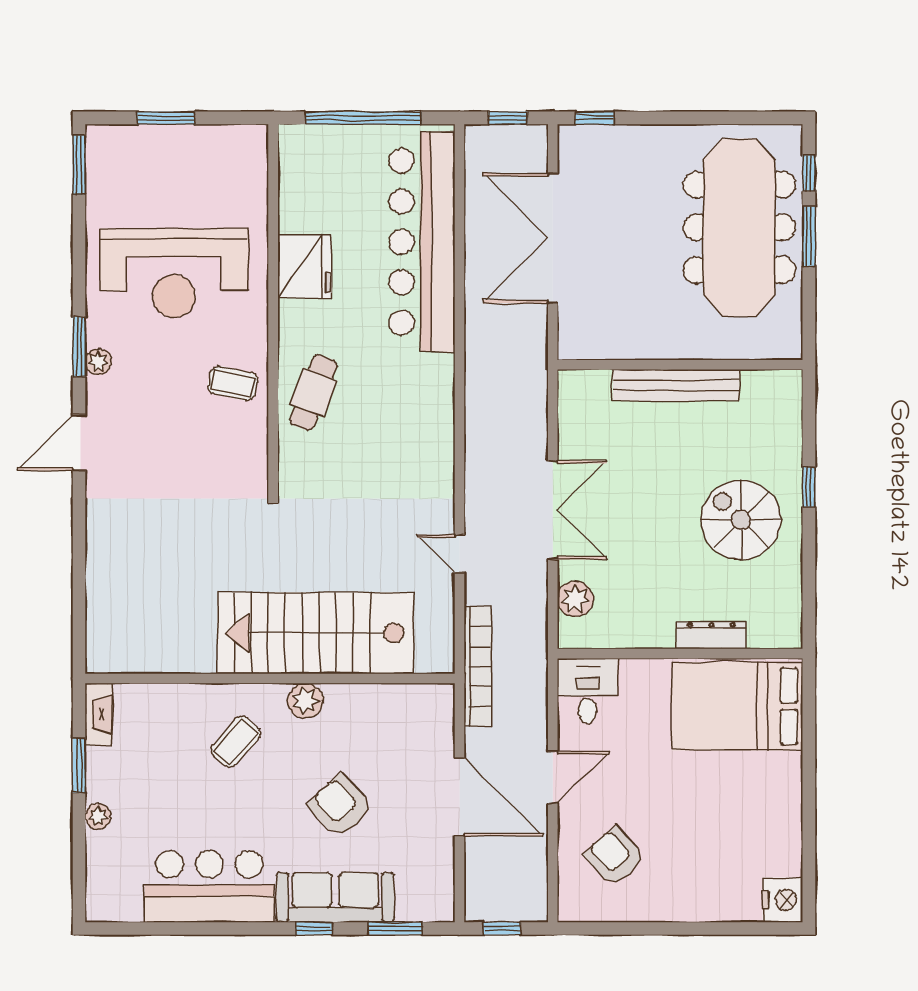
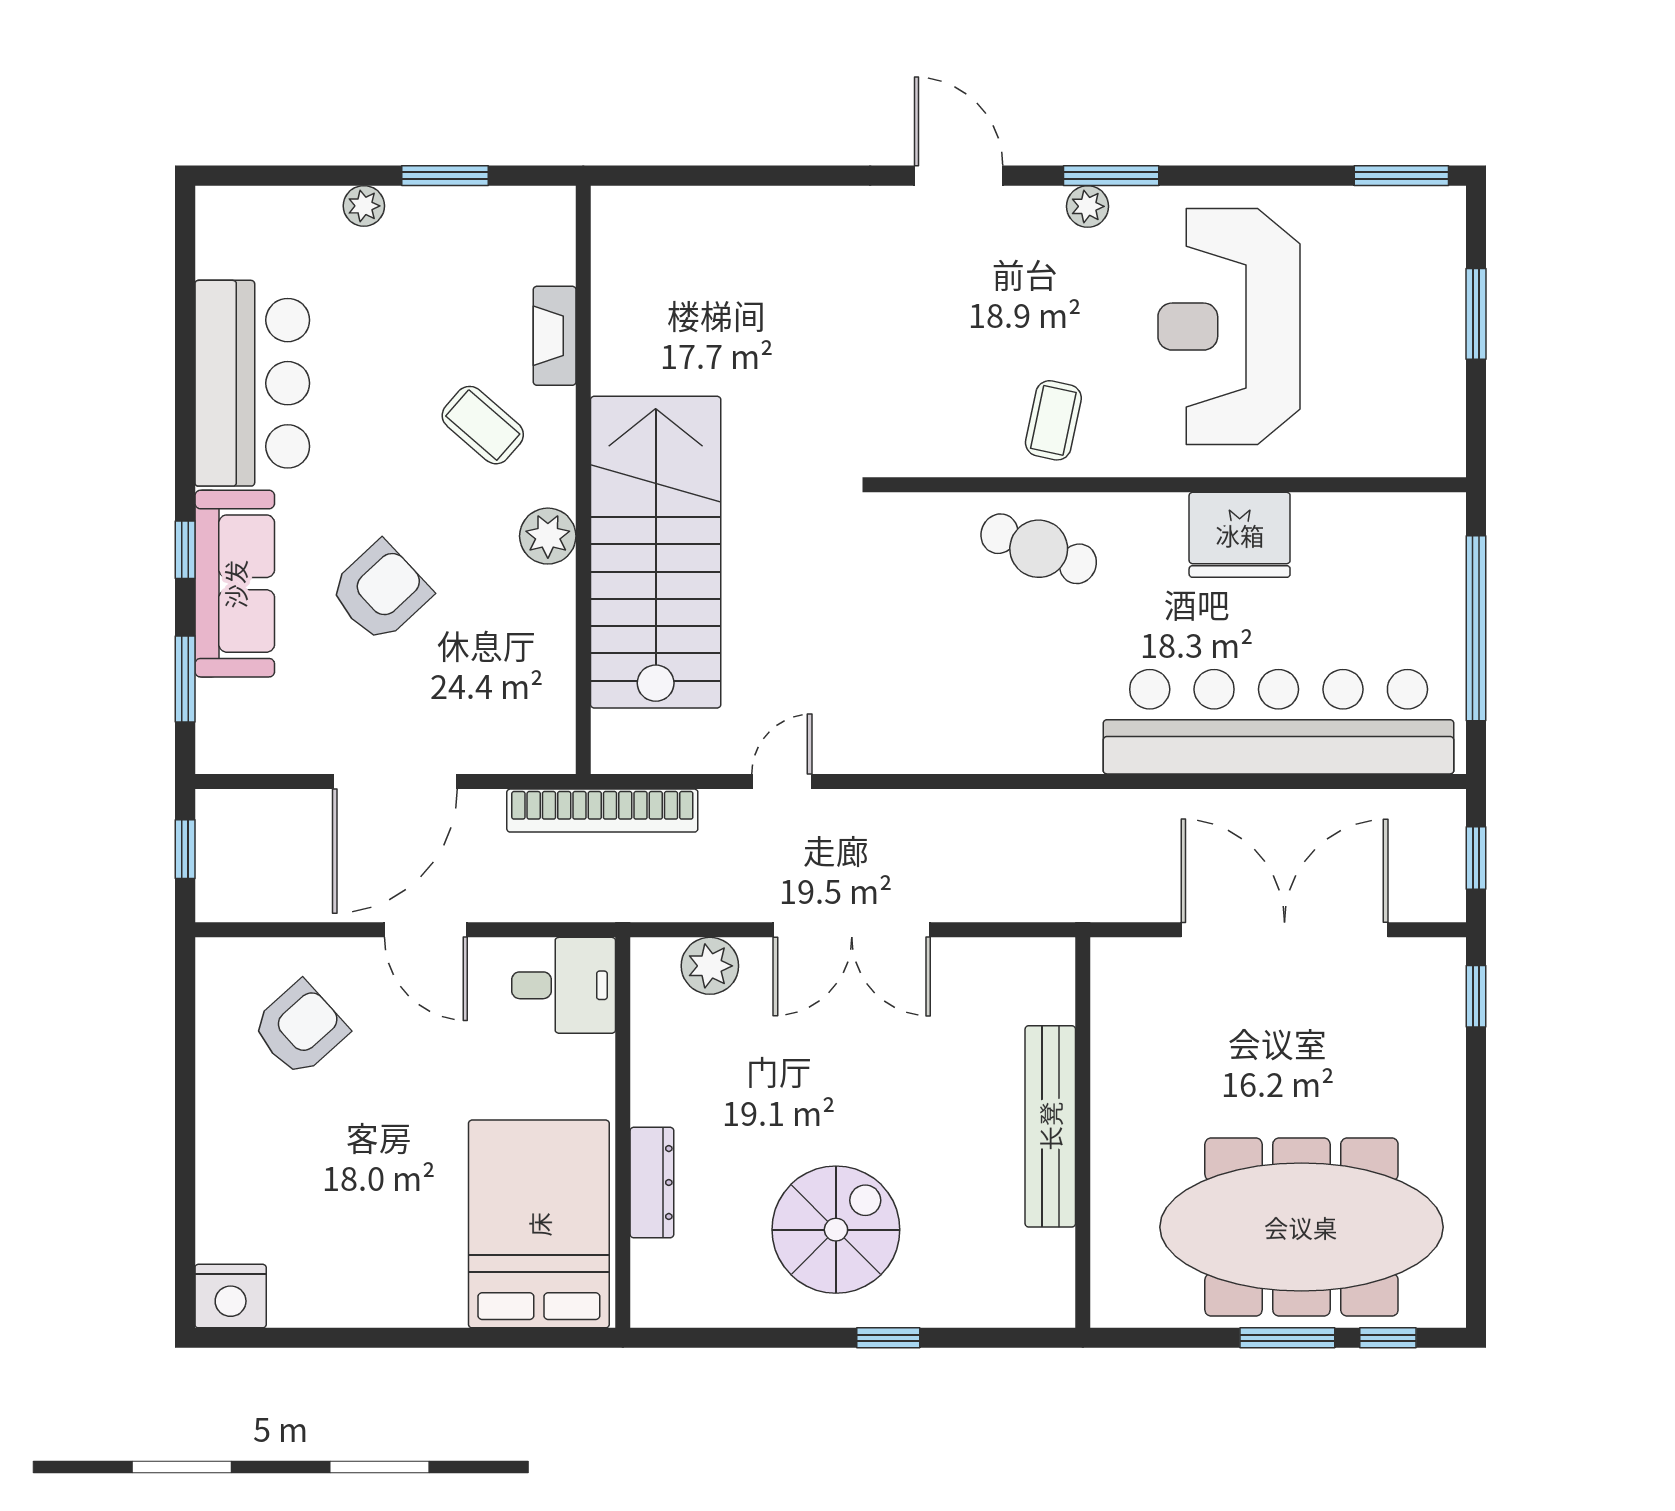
fireplace: (99, 714) -> (555, 336), moved, turned 90

